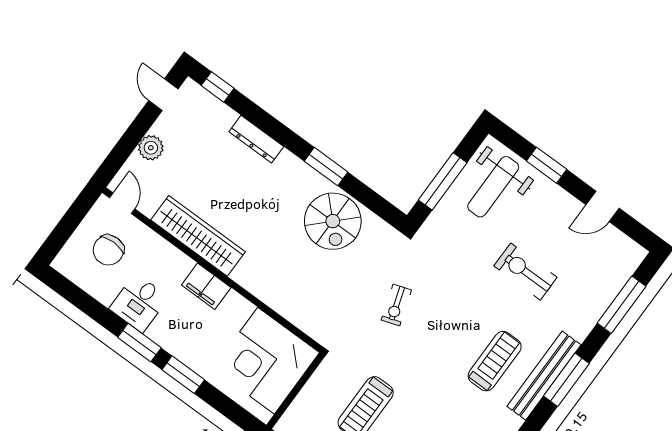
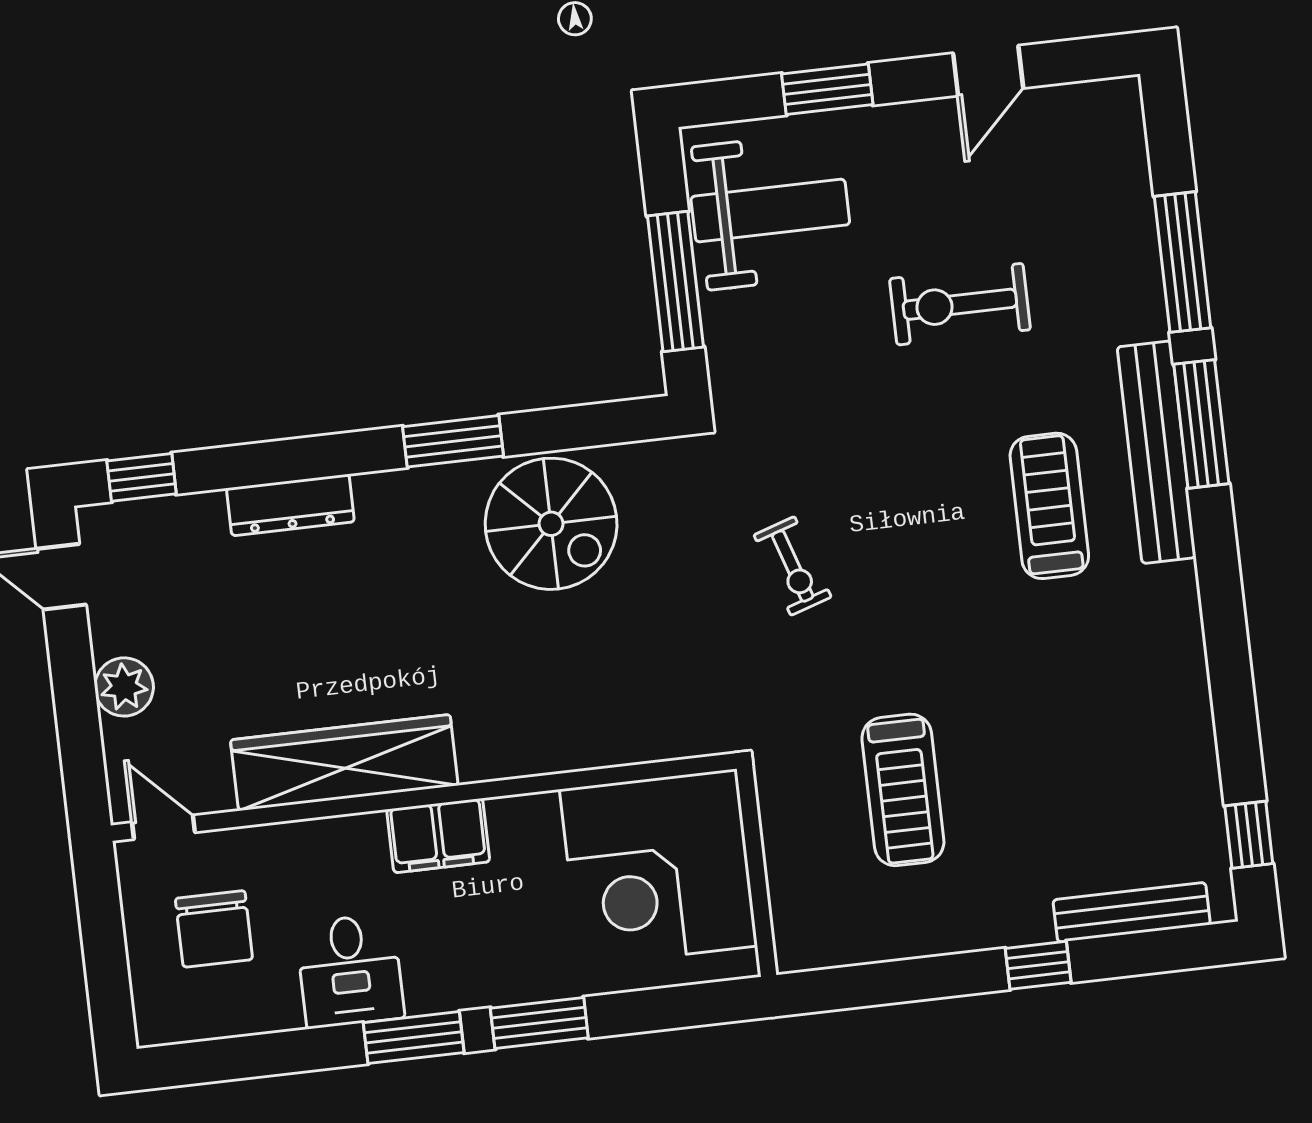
weight bench: (493, 187) -> (770, 211), turned -90
window: (622, 305) -> (1183, 262), moved

